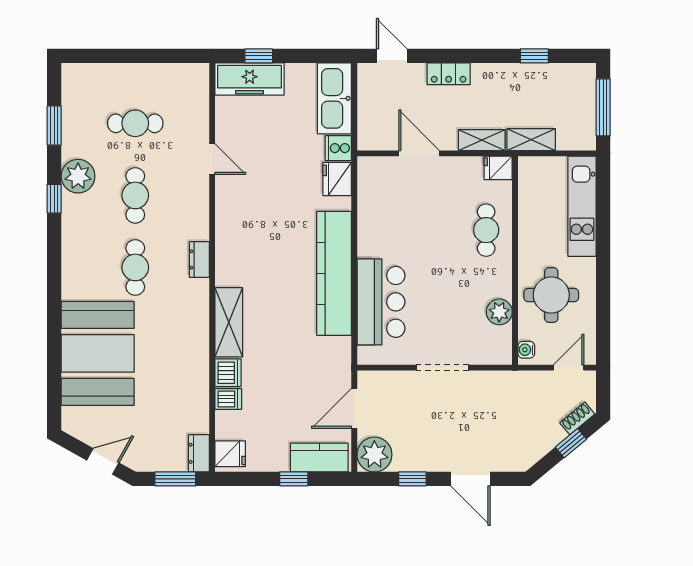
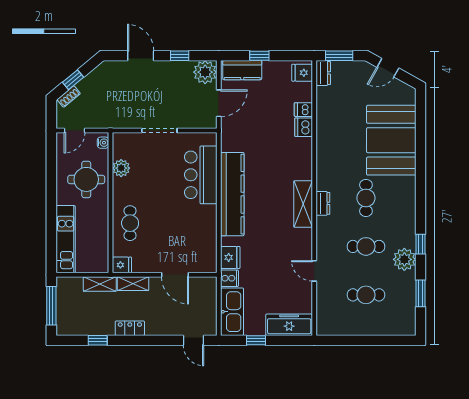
window: (259, 56) -> (256, 340), moved
locker: (449, 74) -> (130, 328), moved
cafe table: (135, 195) -> (366, 246), turned 90
shelving: (229, 322) -> (303, 204), moved

